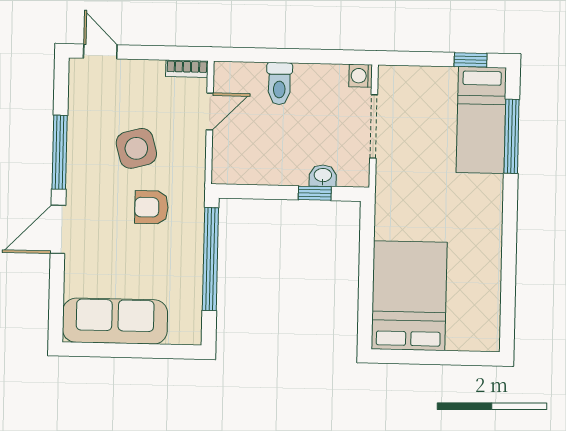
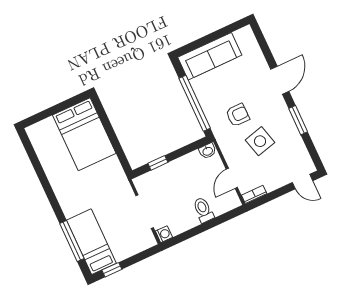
window: (60, 152) -> (298, 120), width x0.69
washbasin: (323, 176) -> (208, 151), moved
sofa: (115, 321) -> (210, 56), moved

